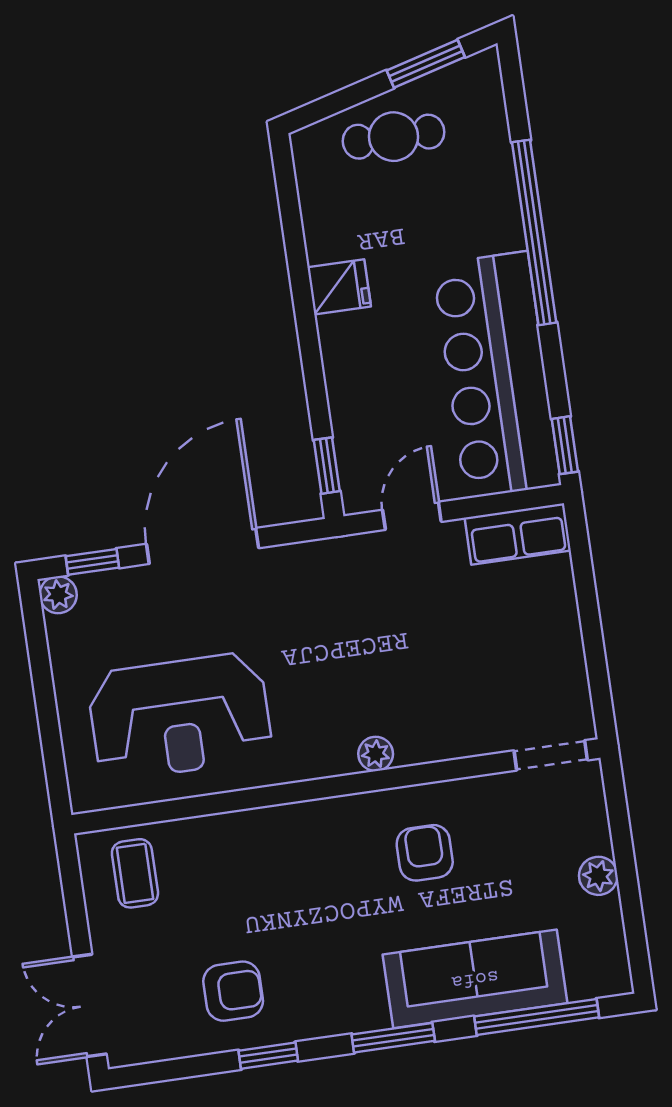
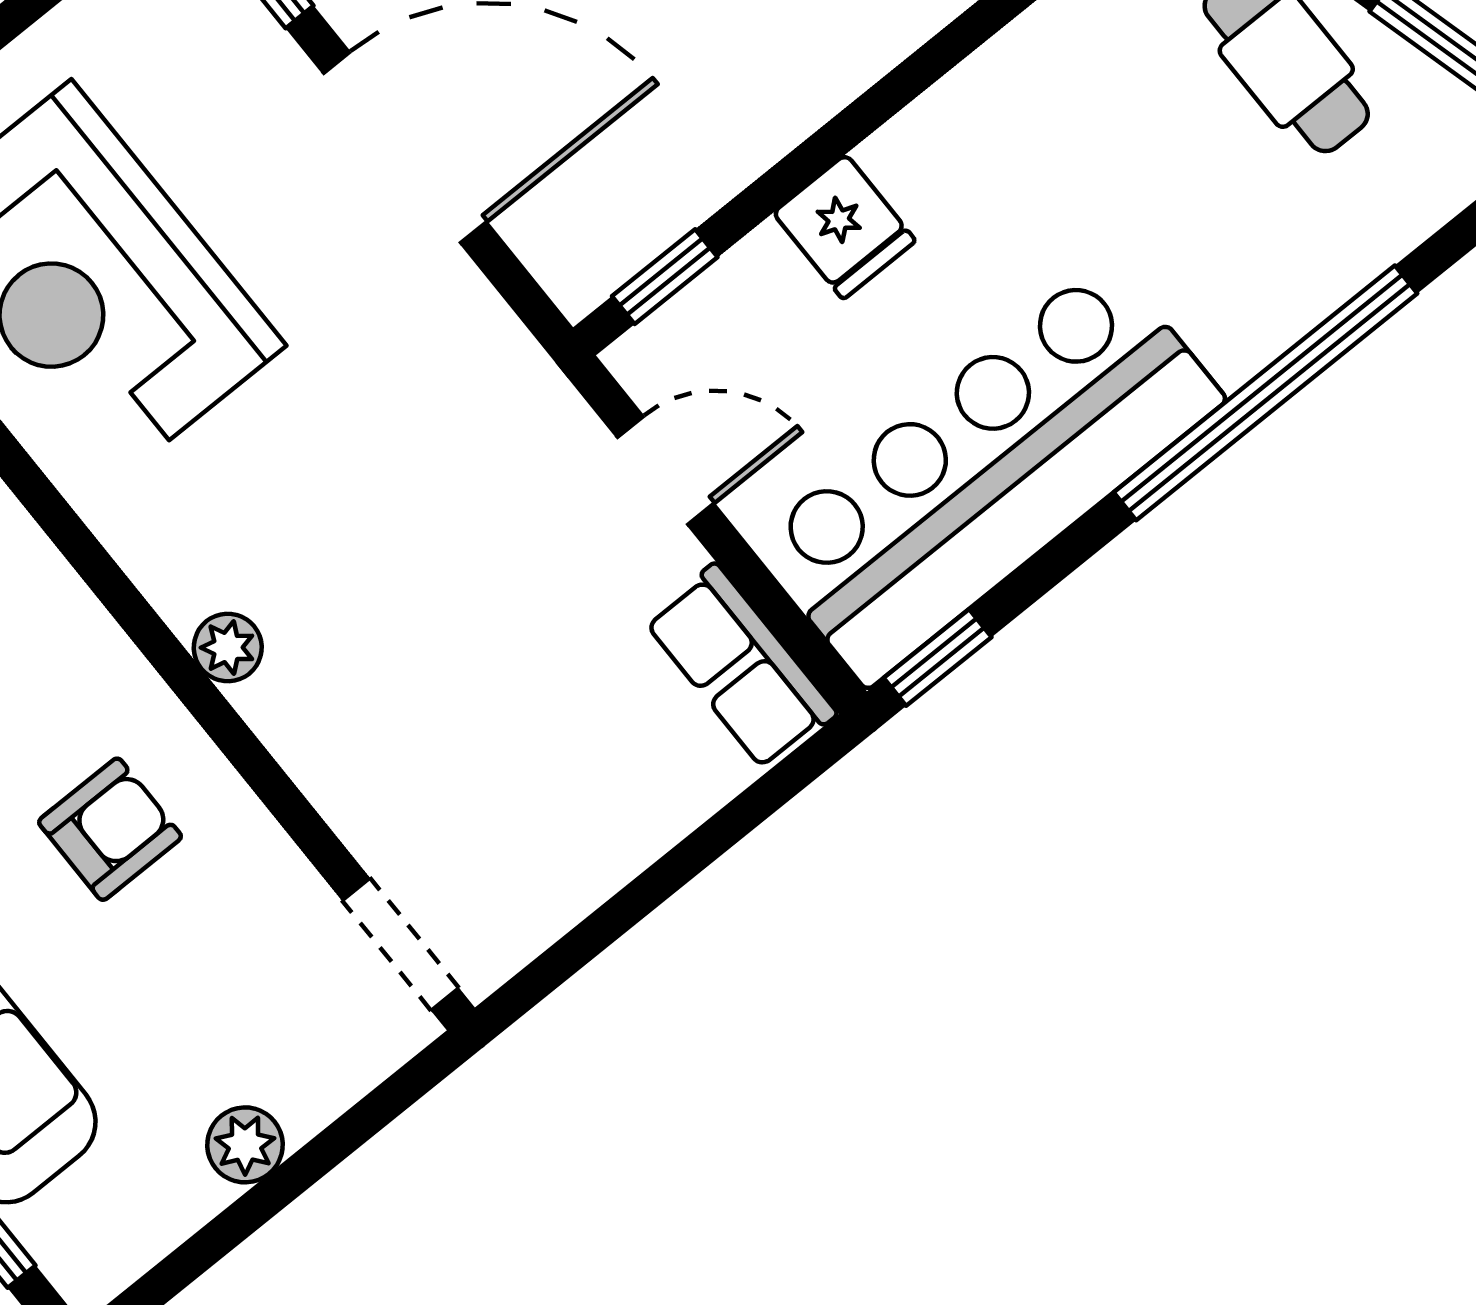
fridge: (339, 287) -> (844, 227), moved

